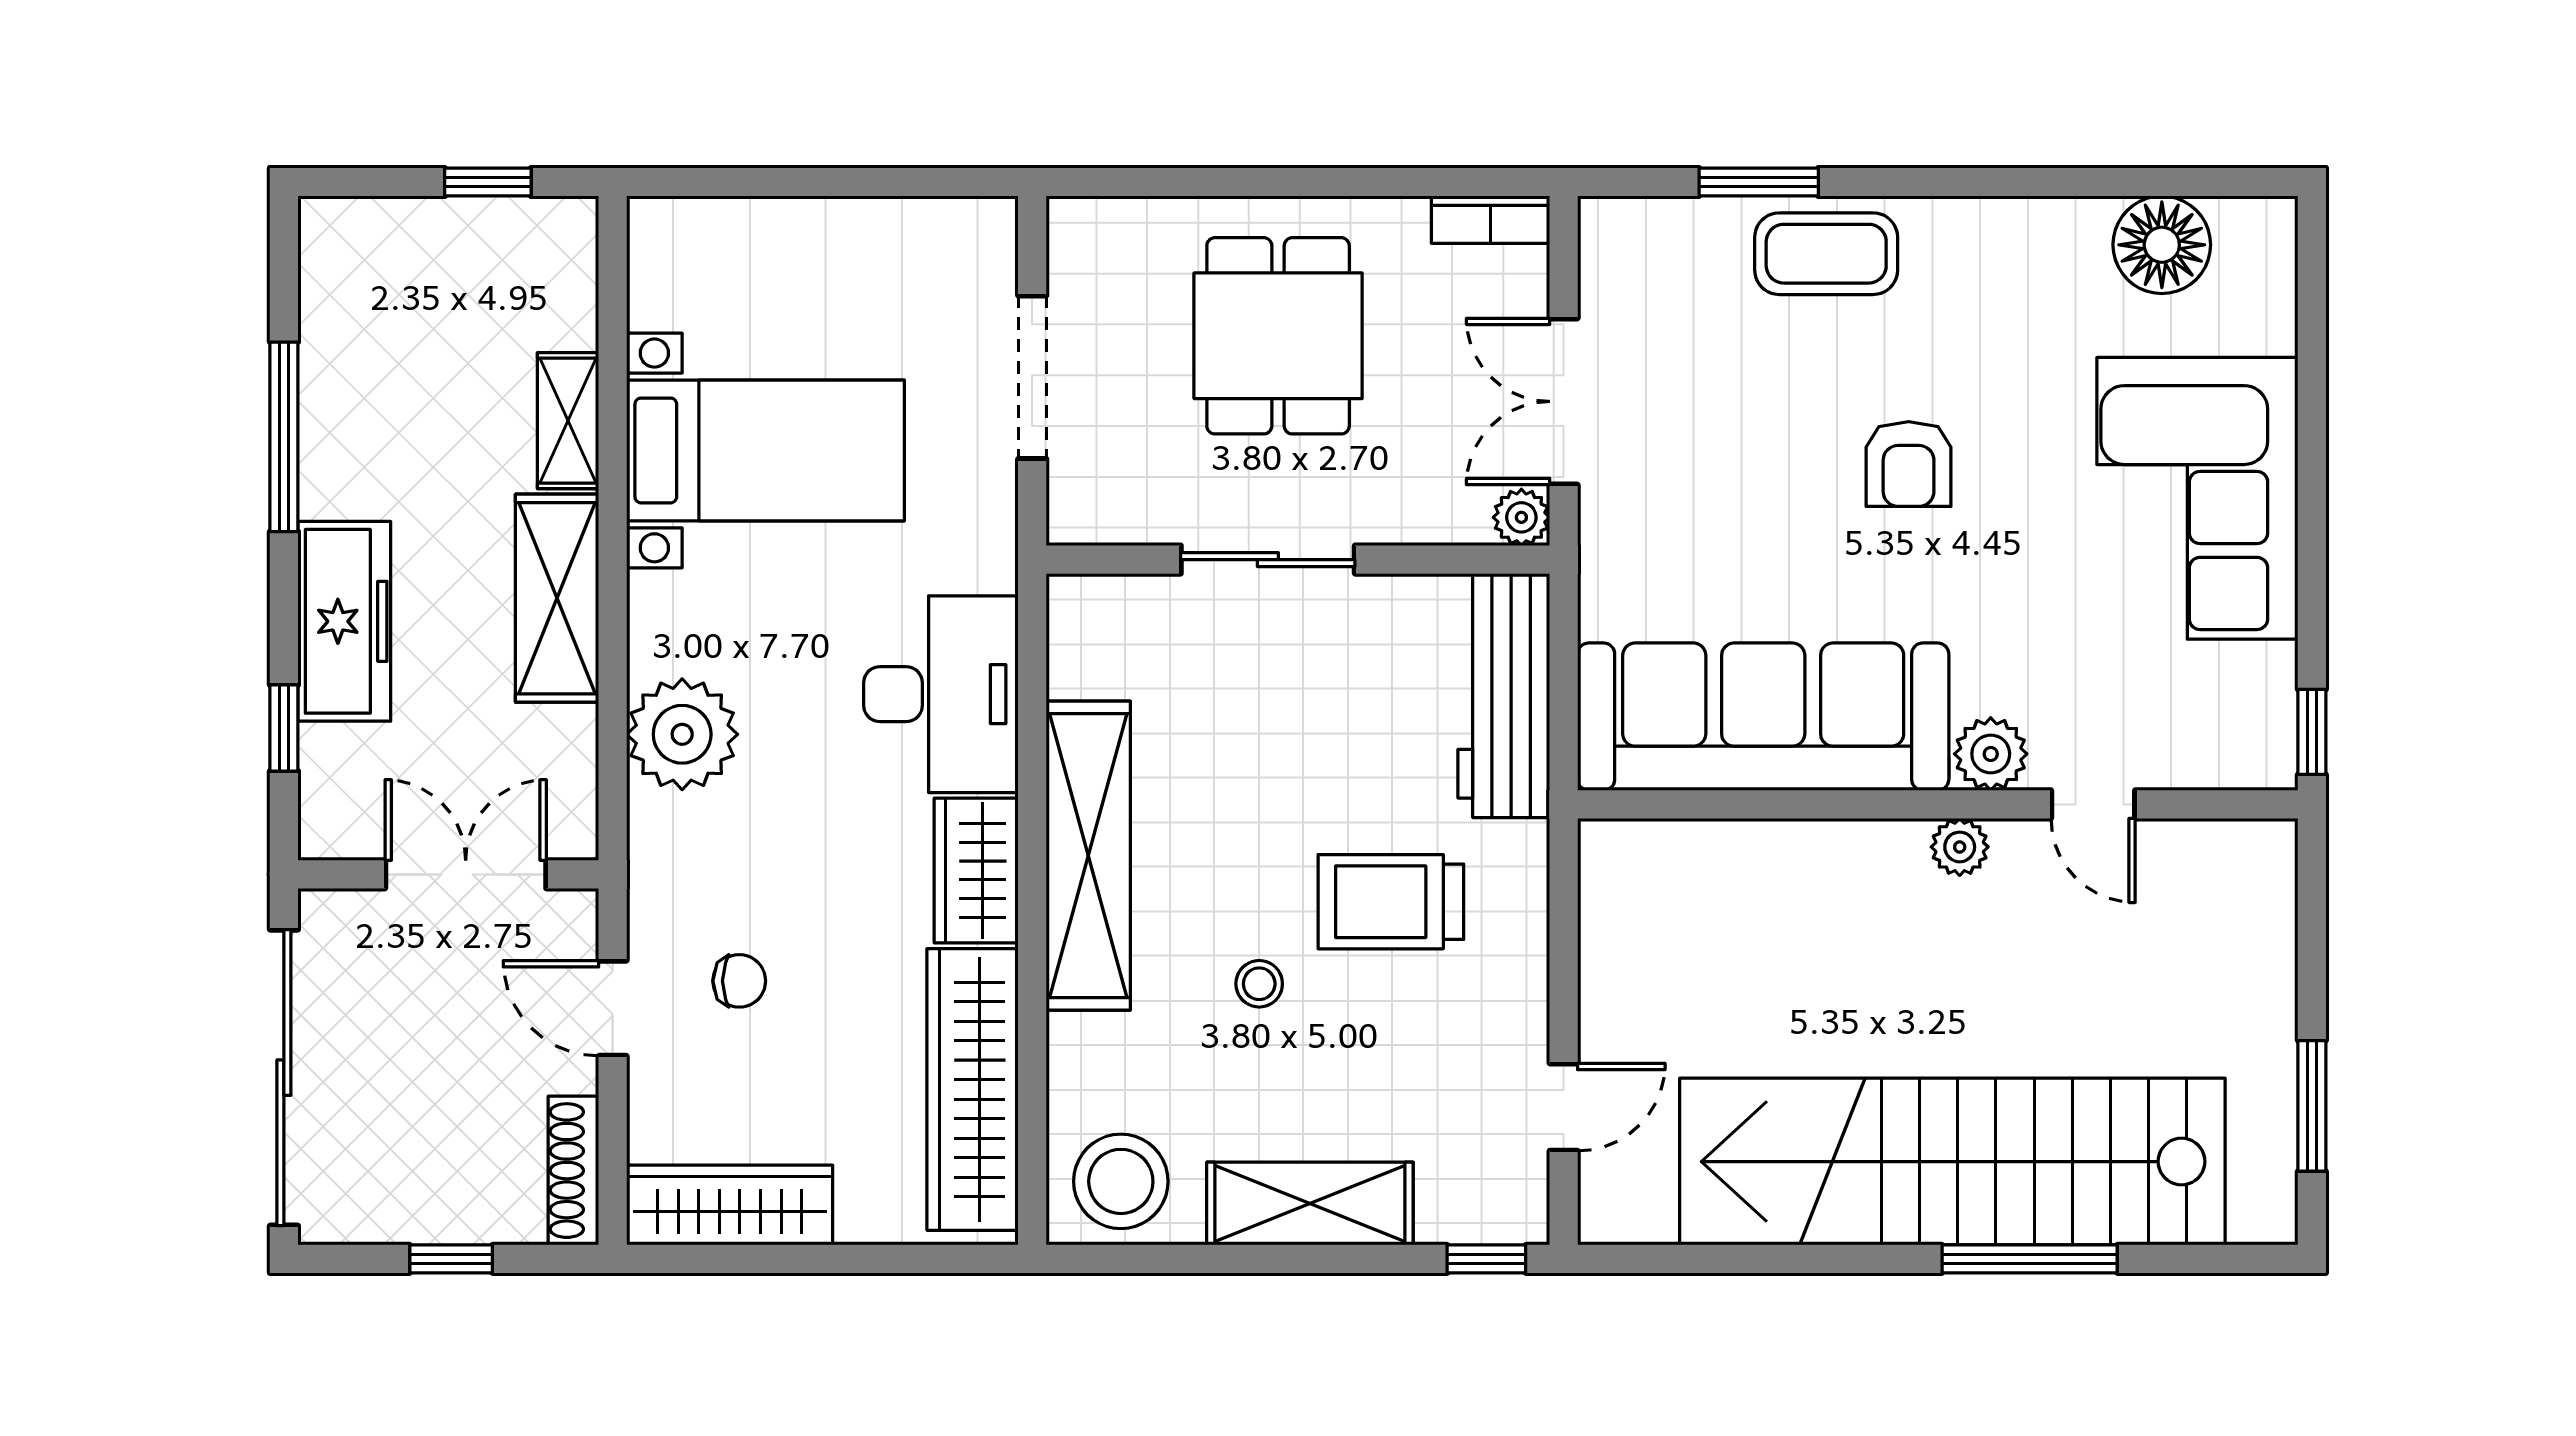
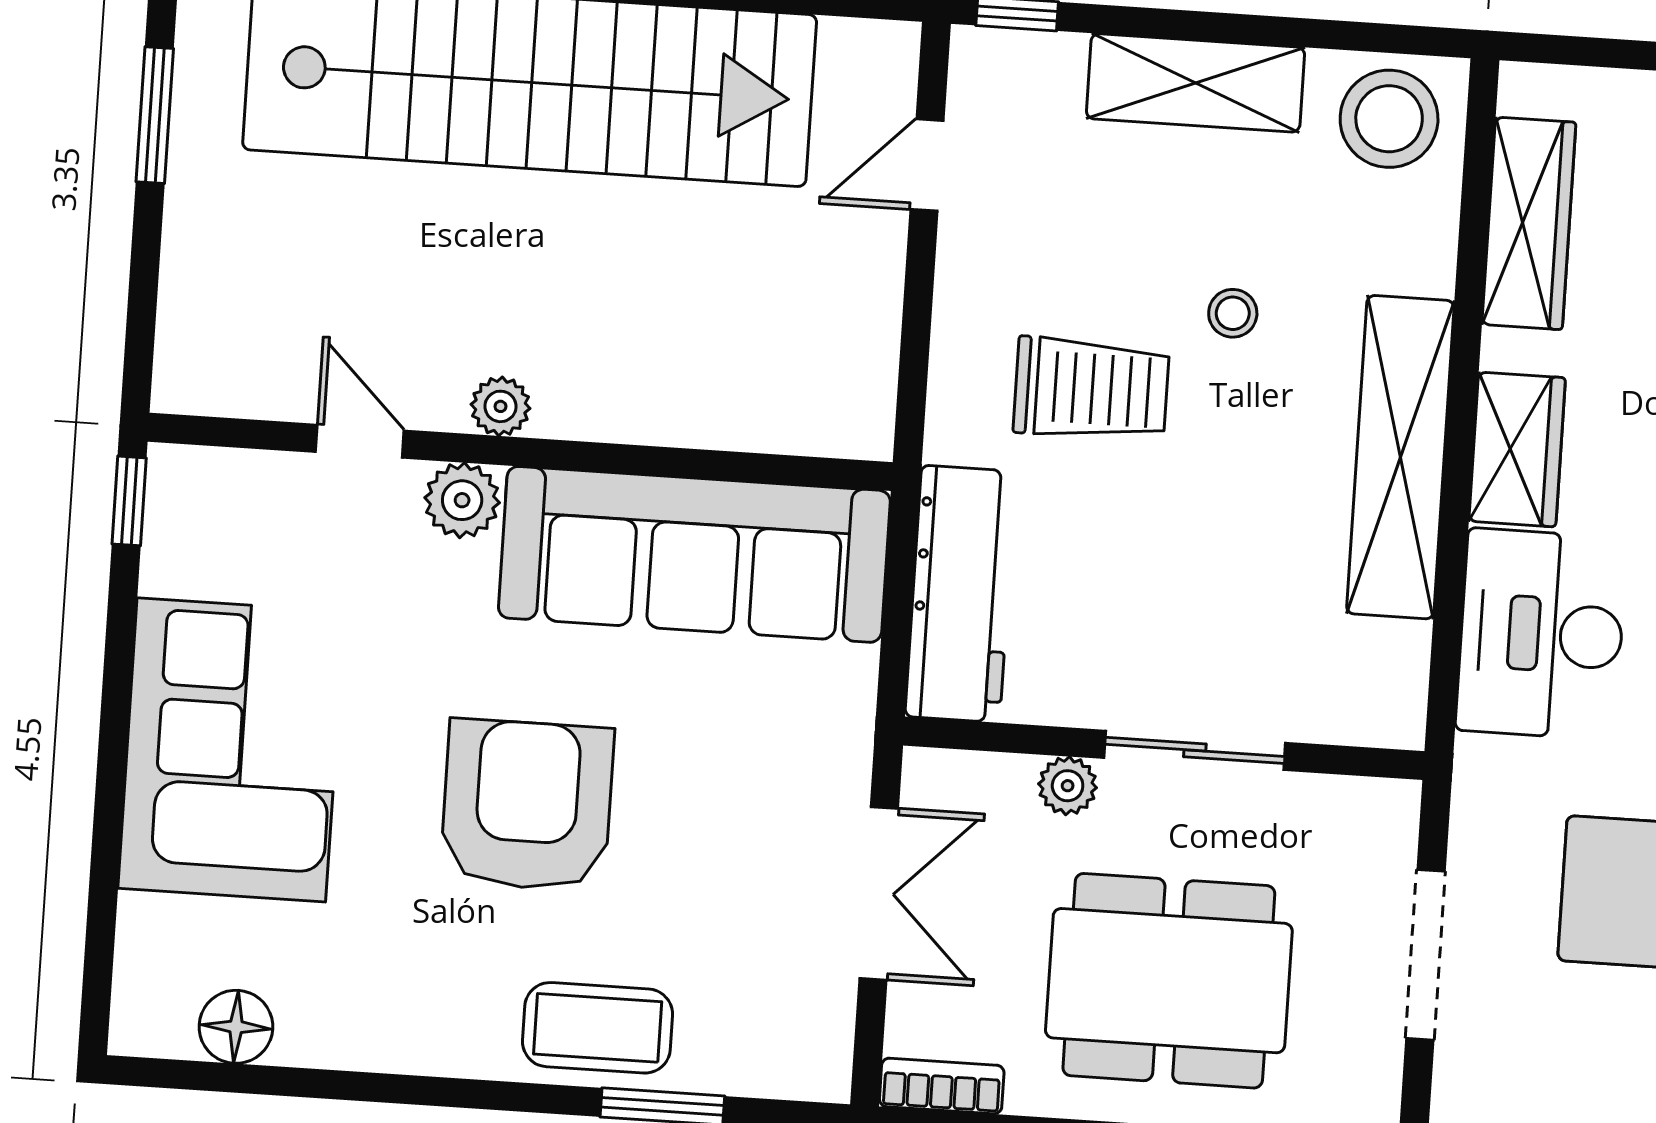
floor lamp: (2162, 245) -> (236, 1027), width x0.73, depth x0.73
dining table: (1278, 336) -> (1169, 981), width x1.38
armchair: (1909, 464) -> (527, 805), width x1.88, depth x1.88
plant: (1521, 517) -> (1068, 786), moved
wardrobe: (973, 1089) -> (1529, 223), width x0.71, depth x0.85

